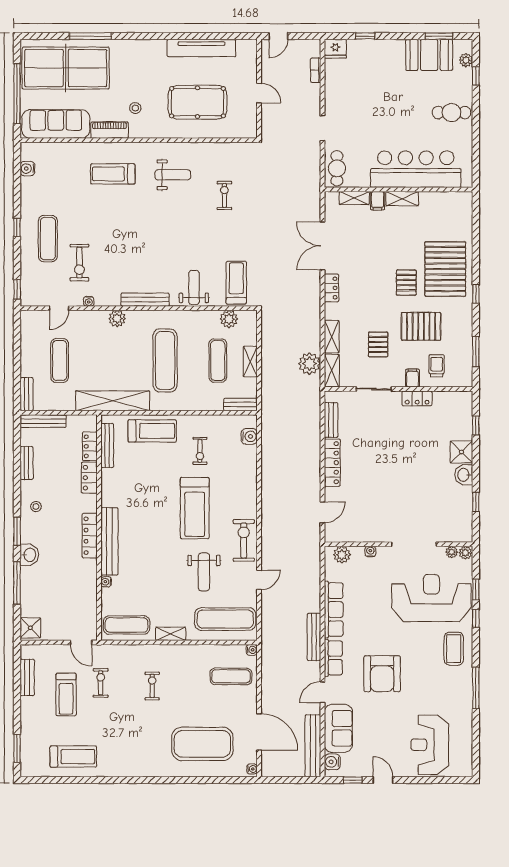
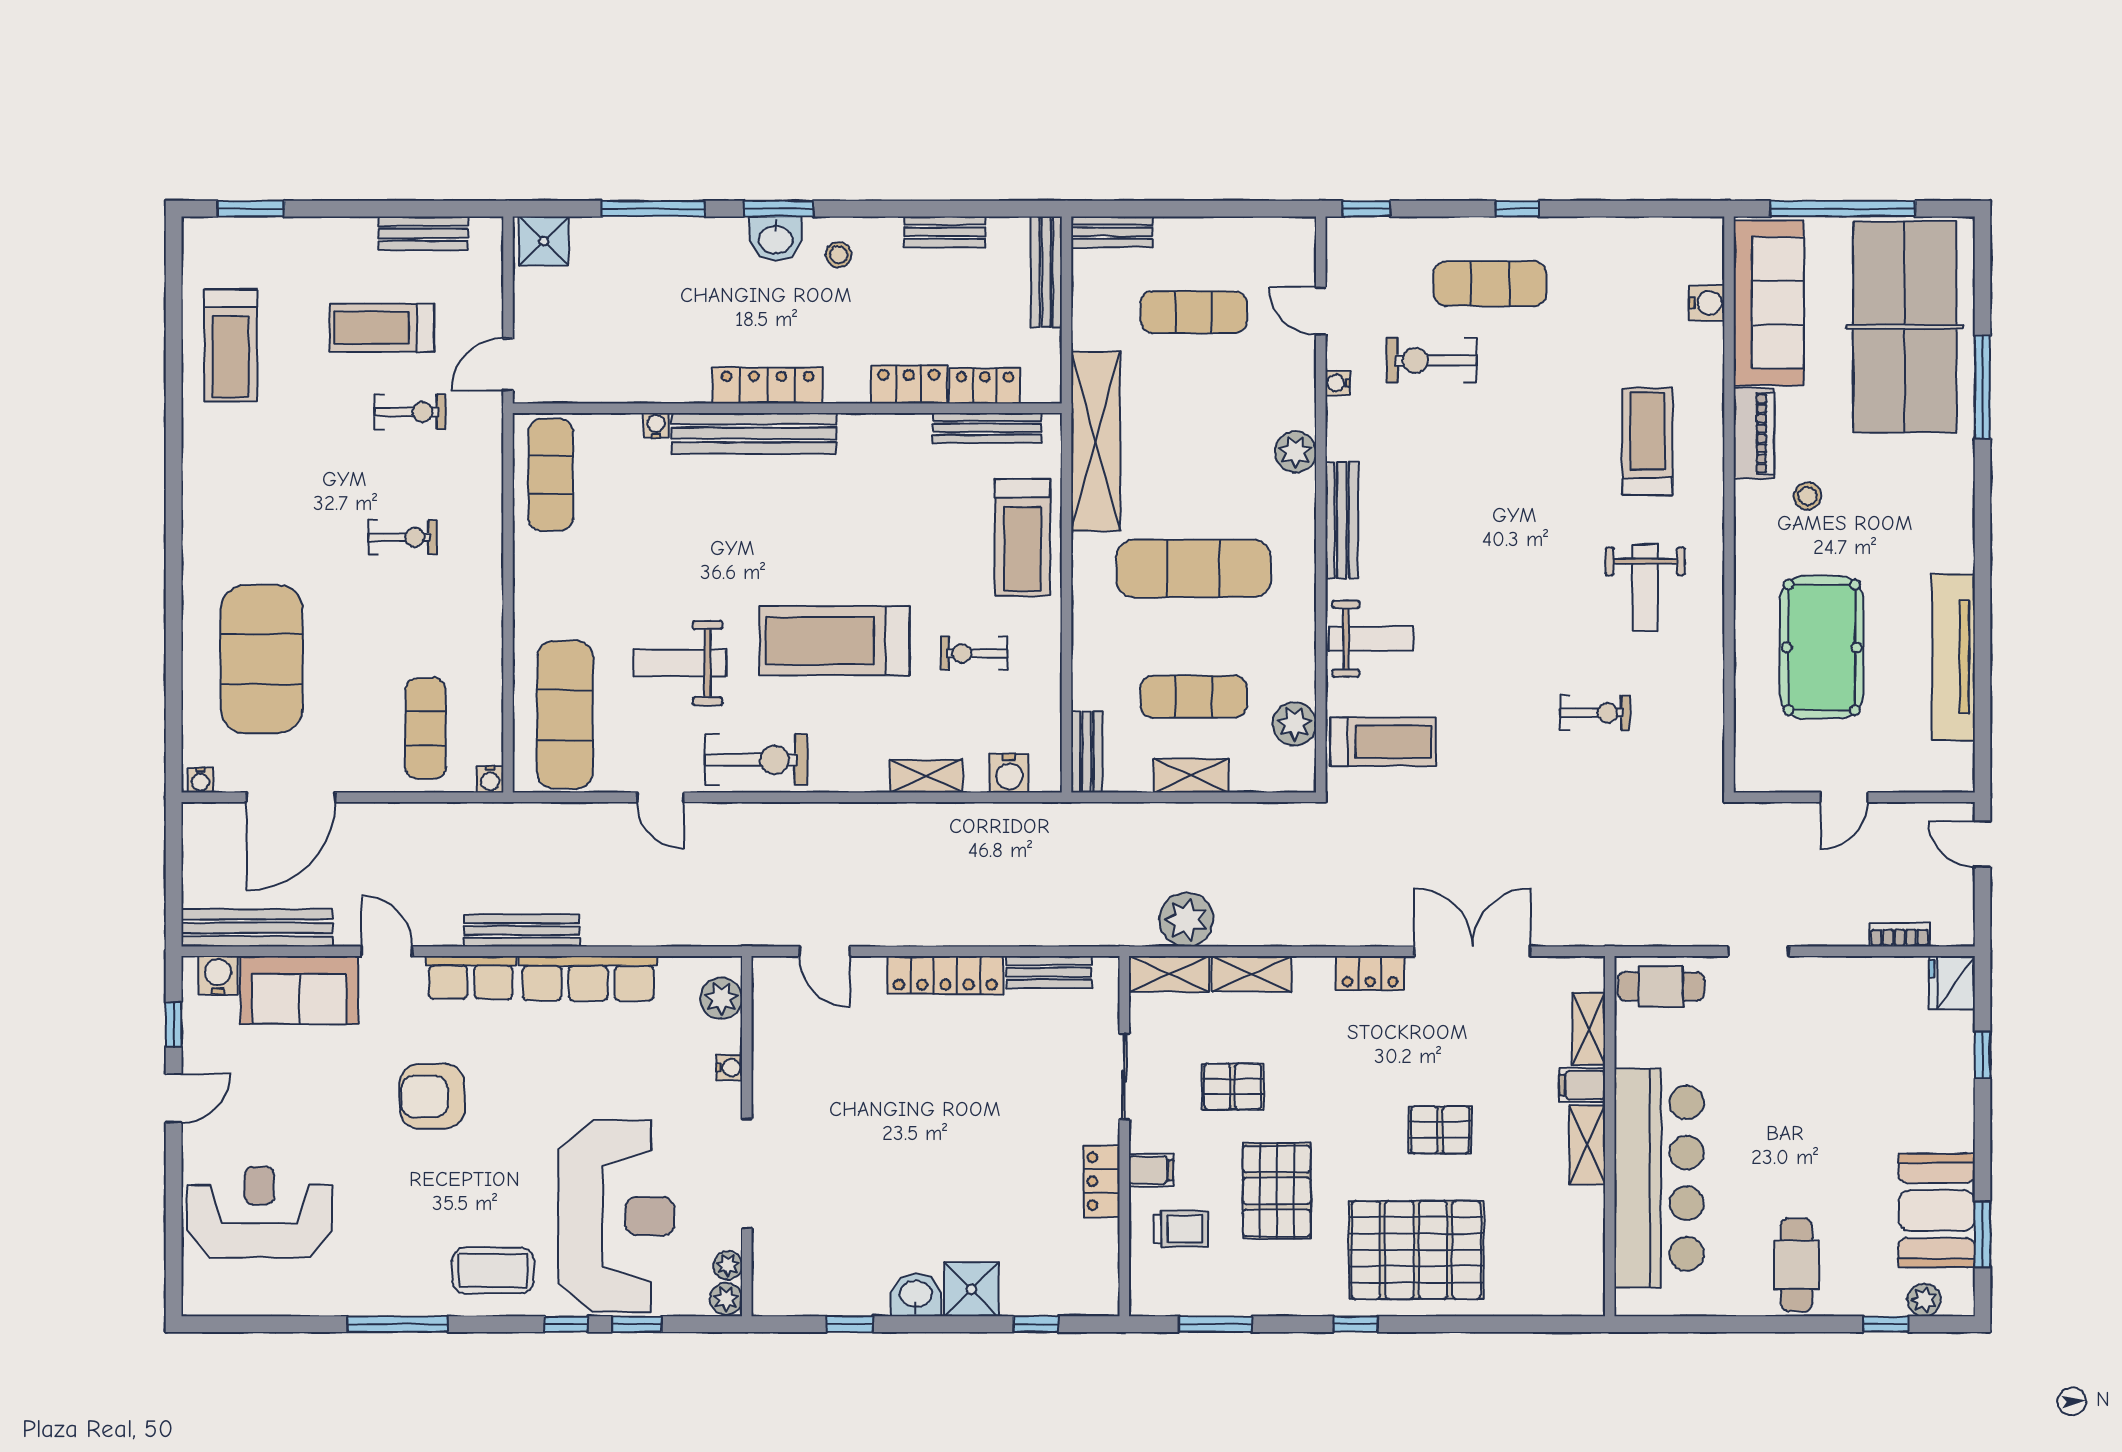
water cooler: (27, 169) -> (1707, 303), moved, turned 90
pallet: (406, 283) -> (1440, 1130), moved
washbasin: (29, 555) -> (776, 239), moved
shelving: (171, 634) -> (926, 776), moved, turned 90
armchair: (382, 674) -> (432, 1096), width x0.73, depth x0.73

